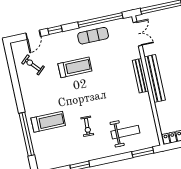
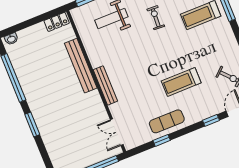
window: (100, 20) -> (162, 140), width x0.32
bench: (155, 78) -> (81, 66), moved

